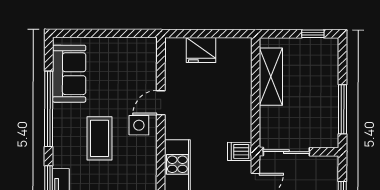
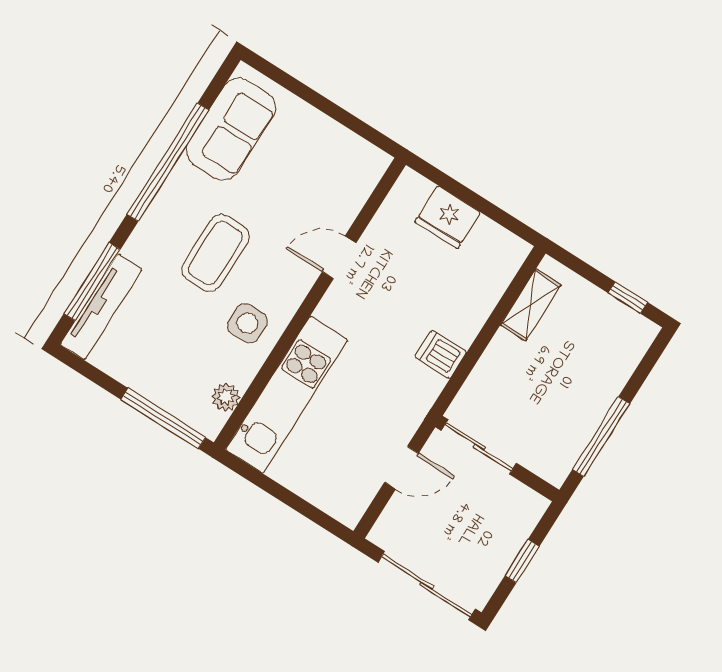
shelving: (271, 77) -> (531, 305), width x0.67, depth x0.75
side table: (139, 125) -> (247, 323), moved
dishwasher: (240, 151) -> (441, 354), moved

